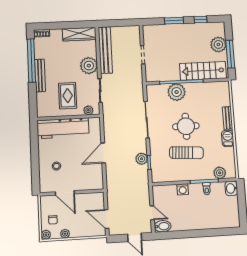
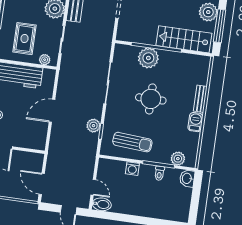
sun lounger: (186, 153) -> (132, 142), moved

